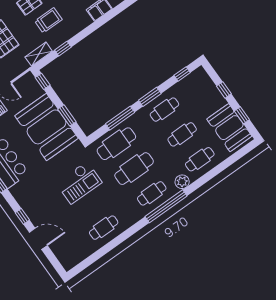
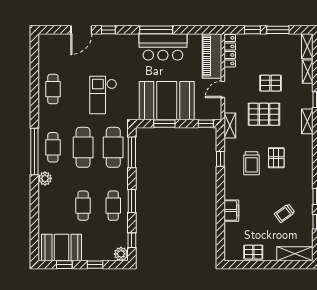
shelving: (39, 54) -> (230, 126), moved
plant: (200, 75) -> (121, 254), added
window: (120, 118) -> (132, 152), moved
cafe table: (200, 159) -> (53, 206), removed

